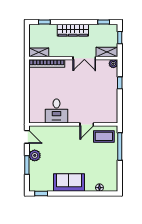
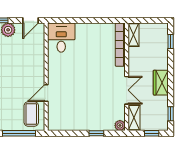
wardrobe: (73, 30) -> (161, 83), width x0.67
double door: (84, 58) -> (127, 90), swing flipped
desk: (56, 111) -> (61, 38), moved, turned 90
door: (87, 124) -> (46, 93), hinge flipped

